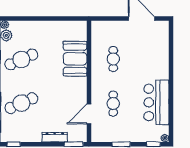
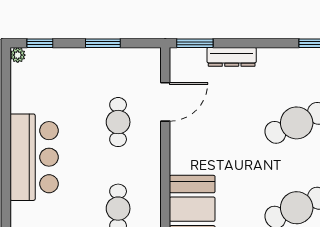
bar counter: (156, 102) -> (34, 157), moved

